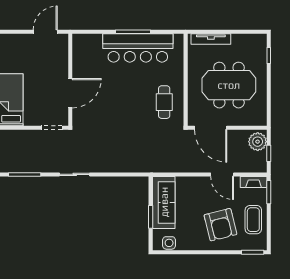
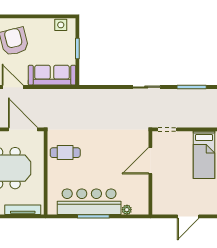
door: (45, 32) -> (188, 216), moved
plant: (96, 39) -> (127, 210), added
cafe table: (164, 102) -> (65, 153), turned 90
sofa: (164, 202) -> (52, 75), moved, turned 90

